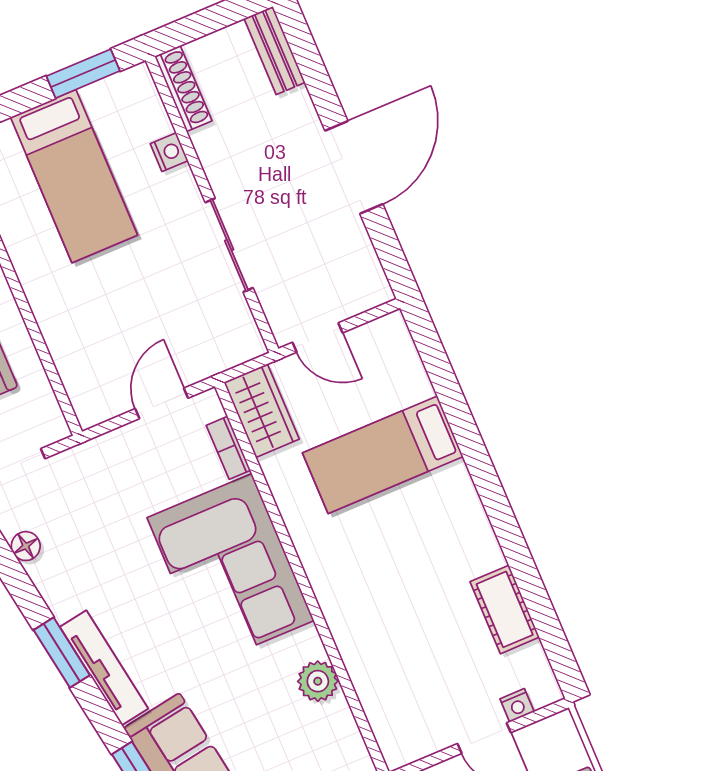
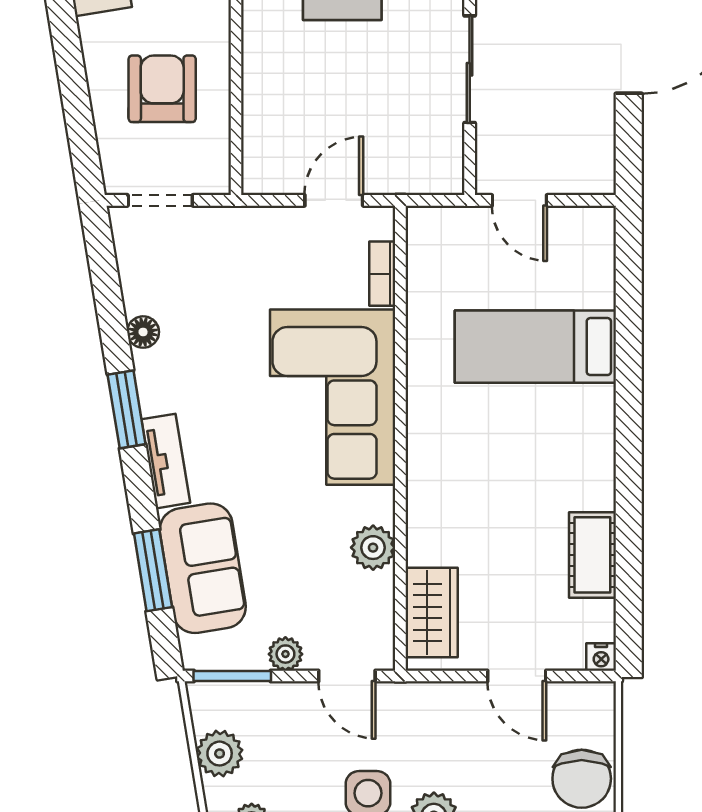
wardrobe: (262, 411) -> (432, 612), moved
floor lamp: (26, 546) -> (143, 332), moved
tv unit: (104, 668) -> (166, 461), width x0.71
nightstand: (517, 705) -> (601, 657), moved

